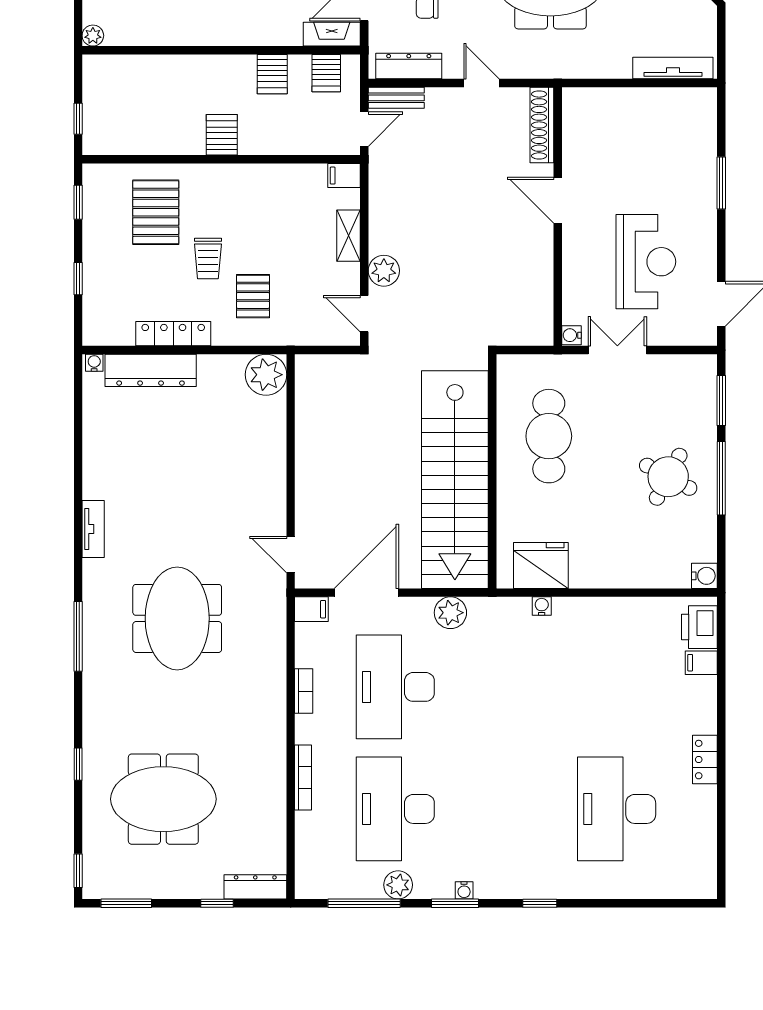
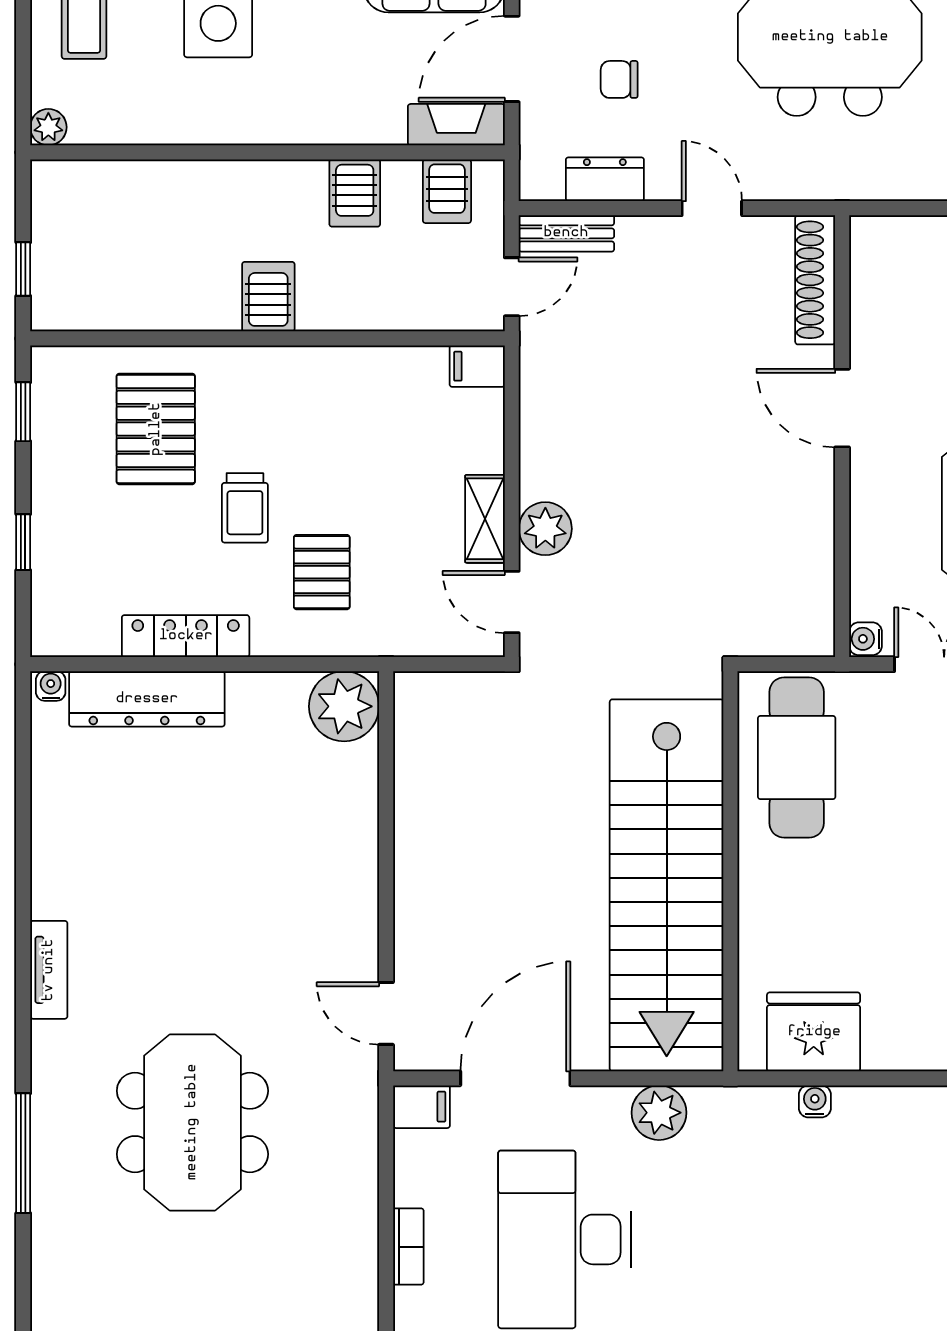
dresser: (409, 66) -> (605, 179), width x0.70
shelving: (349, 236) -> (485, 519), moved
cafe table: (549, 436) -> (797, 758), moved

